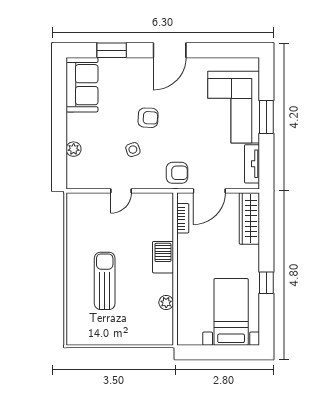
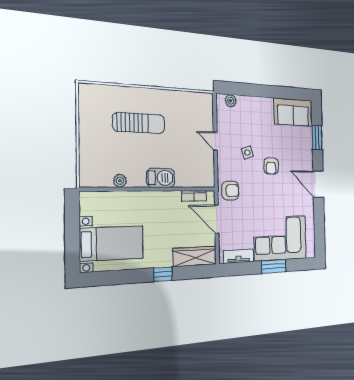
plant: (74, 149) -> (231, 101), moved
armchair: (177, 173) -> (230, 191), turned -90
window: (266, 283) -> (163, 274), moved

